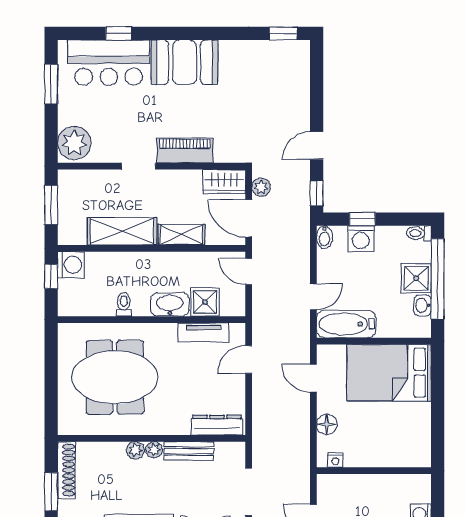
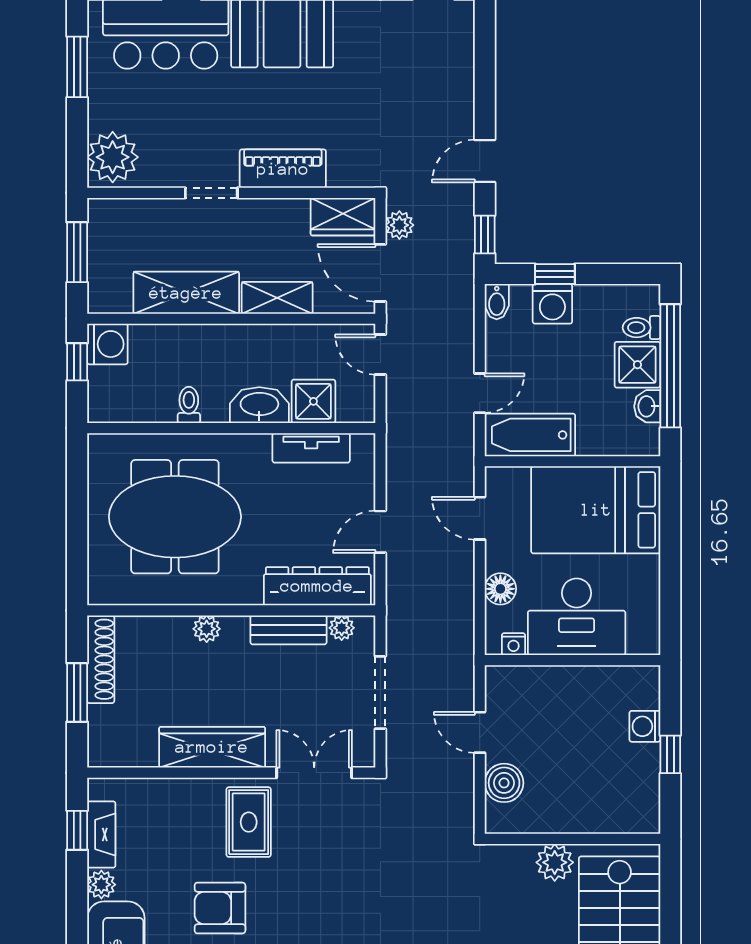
toilet: (419, 233) -> (641, 328), moved
door: (249, 359) -> (380, 532), moved
dresser: (217, 425) -> (317, 586), width x1.37, depth x1.24
desk: (376, 442) -> (577, 617), added
plant: (154, 450) -> (342, 628), moved

